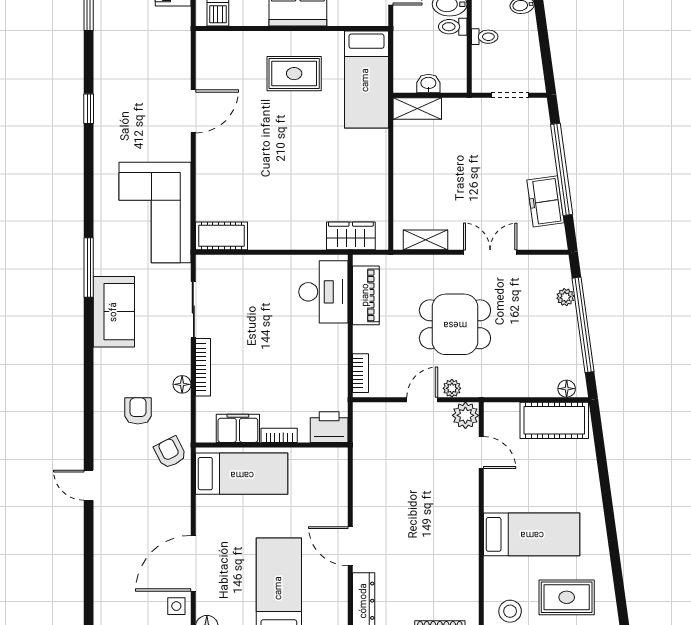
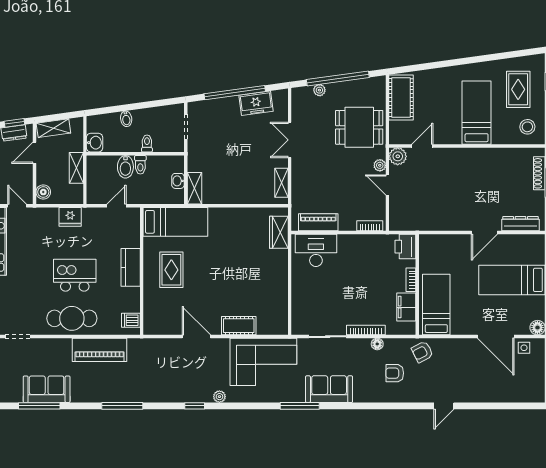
plant: (103, 146) -> (219, 397), added
cot: (221, 236) -> (239, 326), moved, turned 90
dining table: (455, 324) -> (359, 127), moved, turned 90
floor lamp: (567, 389) -> (380, 89), removed

